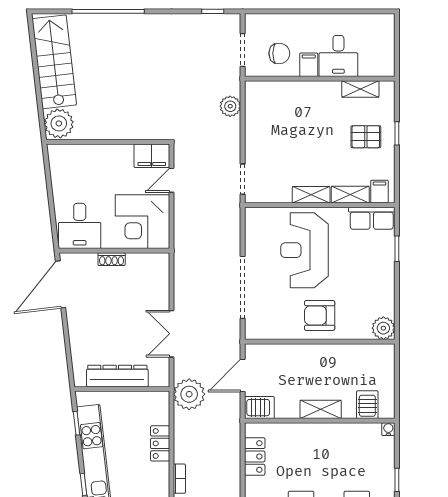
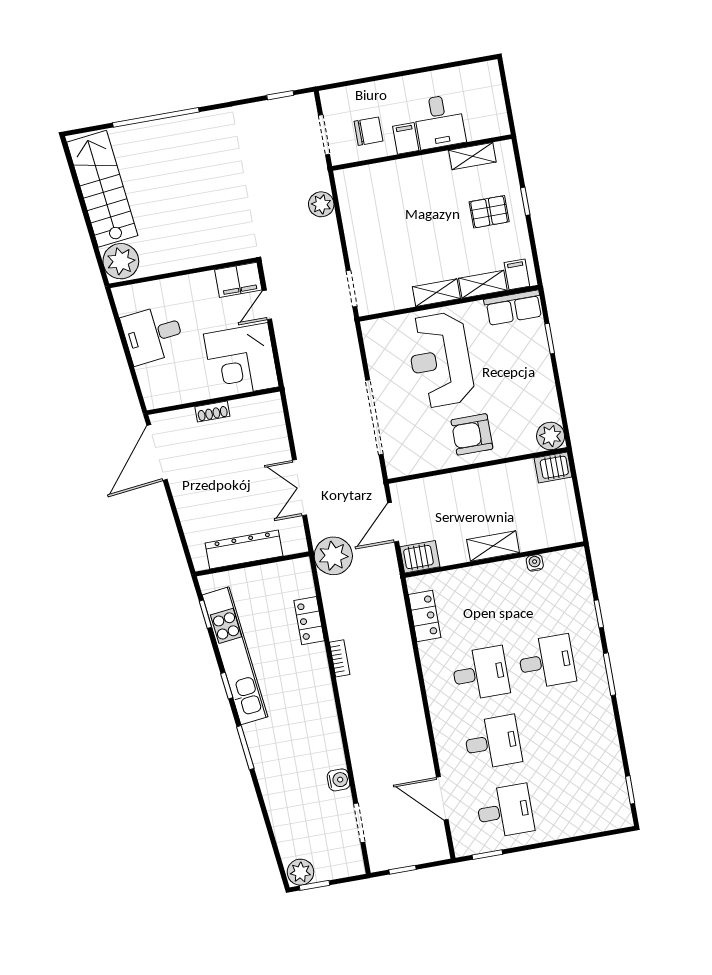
desk: (80, 226) -> (153, 335), moved, turned 83
server rack: (367, 405) -> (553, 467), moved, turned -90
water cooler: (388, 429) -> (535, 563), moved

